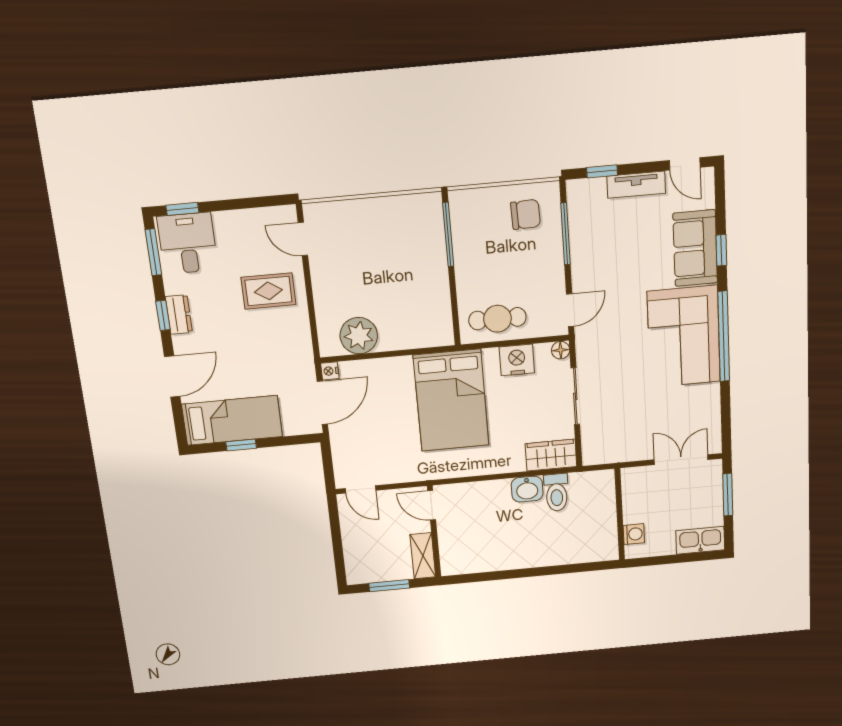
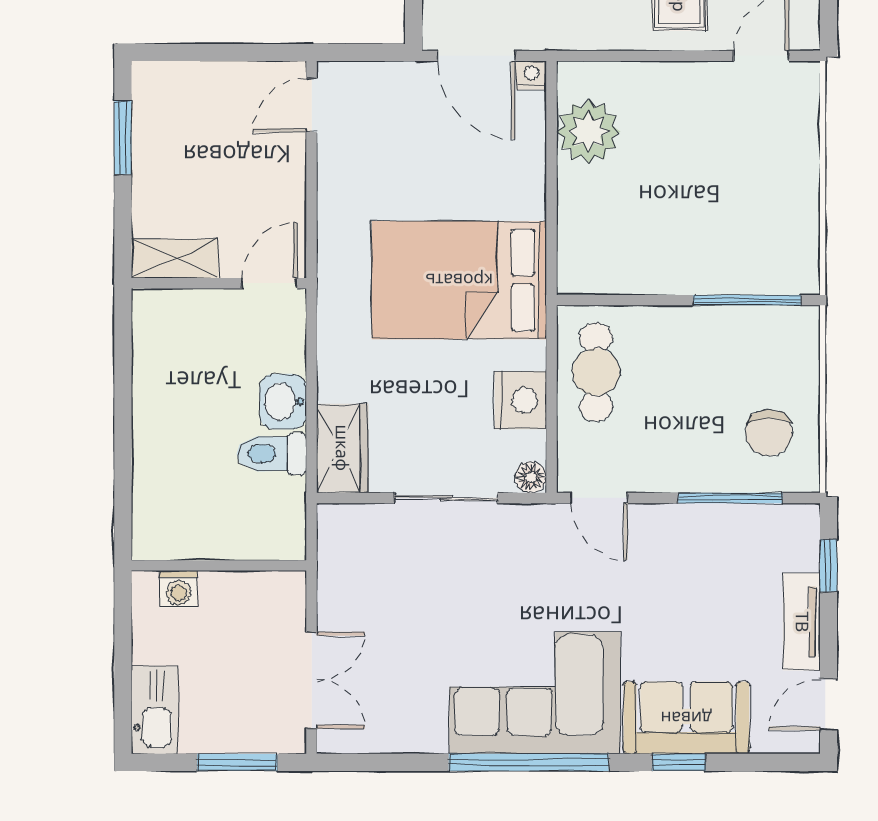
door: (432, 505) -> (269, 283), moved
wall: (434, 532) -> (219, 283), moved
shelving: (423, 556) -> (175, 259), moved

